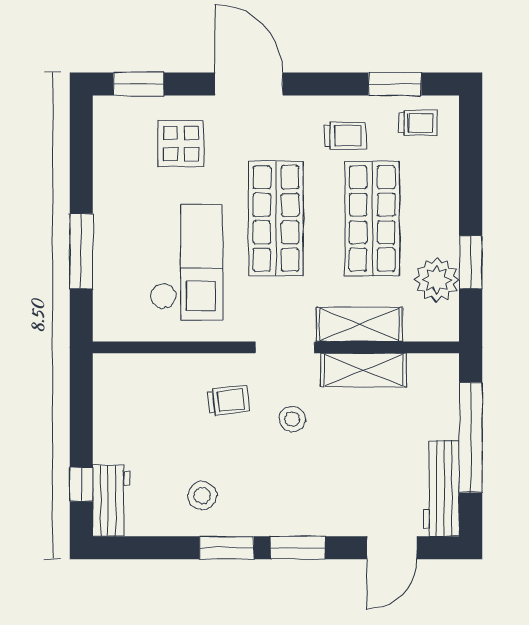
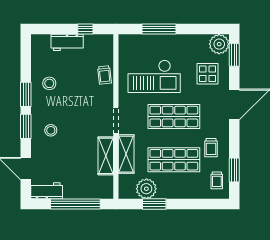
plant: (115, 118) -> (219, 44), added
trolley: (228, 401) -> (105, 75), moved
stool: (292, 419) -> (51, 130), moved
window: (81, 484) -> (85, 29), moved
workbench: (441, 488) -> (47, 191), width x0.73
workbench: (111, 501) -> (67, 42), moved

